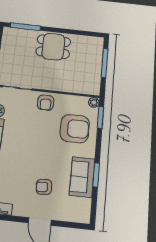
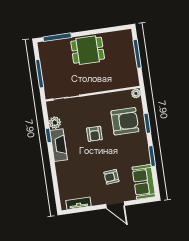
armchair: (46, 103) -> (94, 134), moved
window: (100, 117) -> (147, 123), moved
sofa: (82, 177) -> (144, 182), moved

